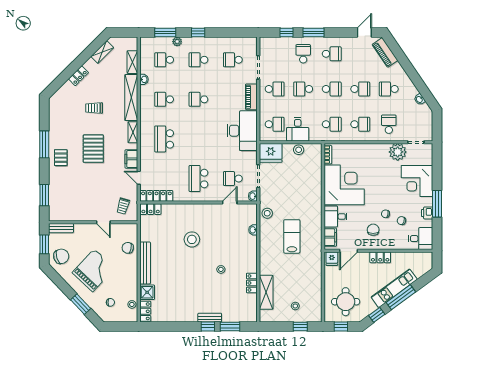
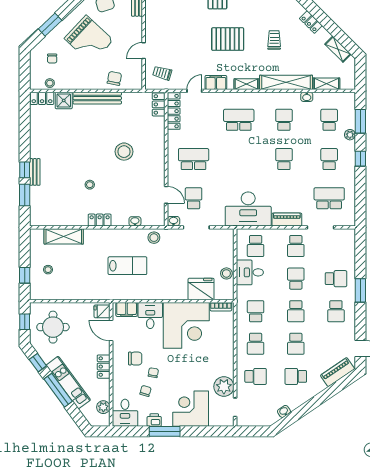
window: (286, 33) -> (360, 260), removed
school desk: (233, 60) -> (329, 198), width x1.85
school desk: (389, 89) -> (296, 376), turned -90
school desk: (332, 124) -> (256, 311), turned 180
fridge: (271, 153) -> (201, 289), moved, turned 90
plant: (416, 258) -> (103, 407), added
locker: (252, 283) -> (100, 220), moved

